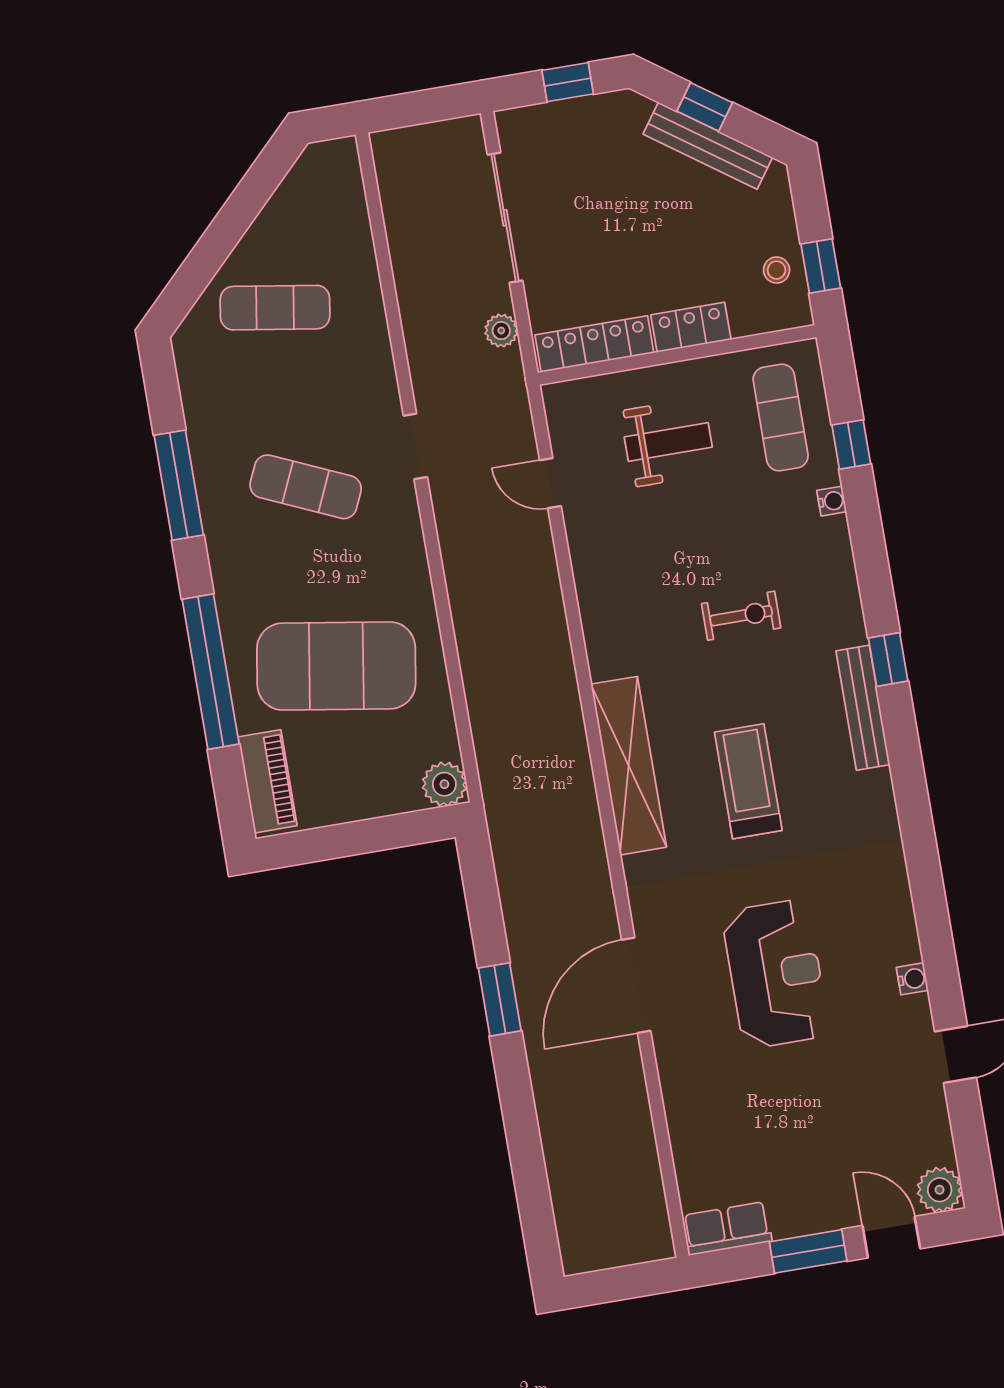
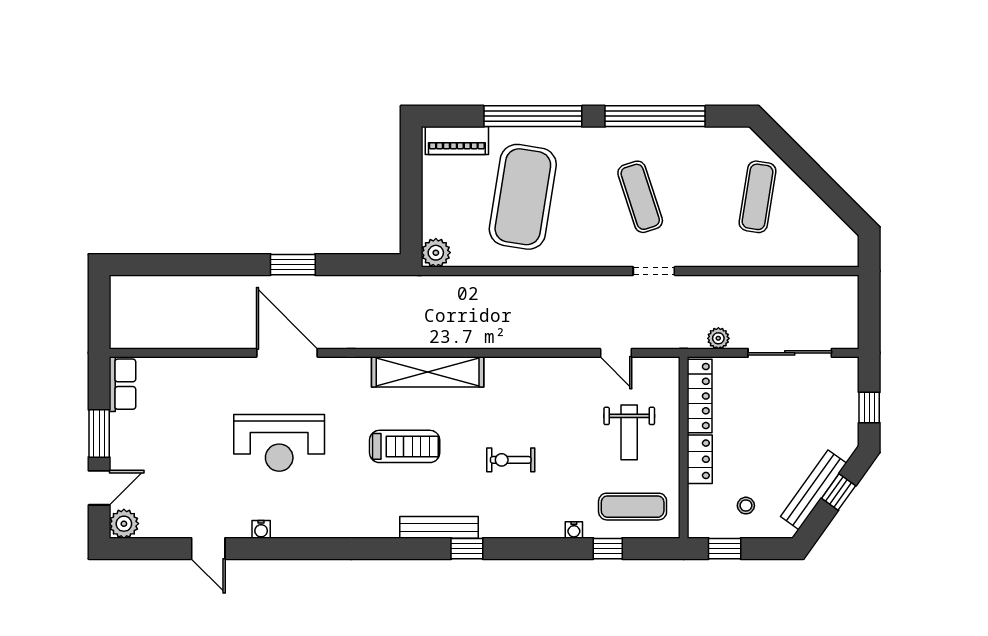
stool: (777, 270) -> (746, 506), moved
door: (550, 483) -> (616, 353), swing flipped
window: (179, 485) -> (655, 116), width x1.46
exercise mat: (306, 487) -> (640, 197), turned -42
exercise bike: (741, 616) -> (511, 460), turned 90

